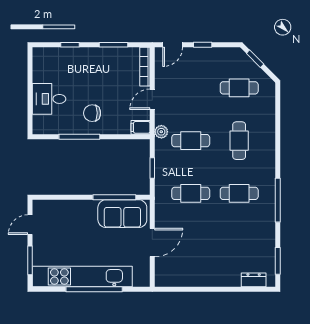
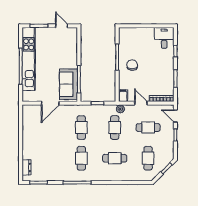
cafe table: (191, 88) -> (148, 128), added
desk: (49, 99) -> (164, 38), moved
door: (152, 243) -> (50, 103), hinge flipped

